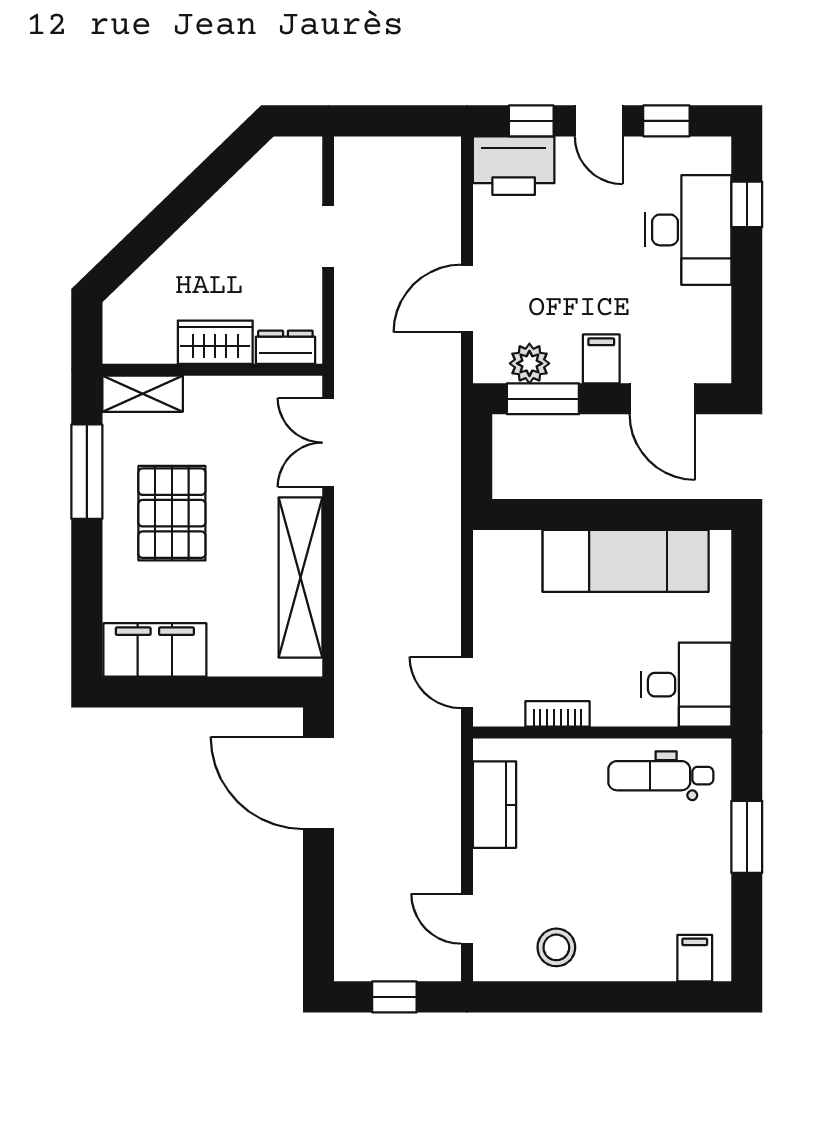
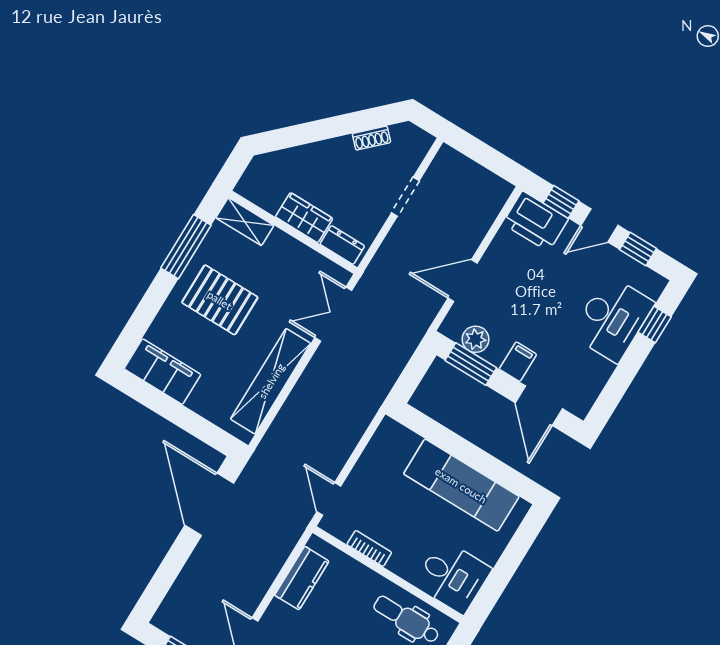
door: (599, 121) -> (599, 225), hinge flipped
shoe rack: (239, 188) -> (371, 138), added
pallet: (172, 513) -> (220, 300), turned 90

